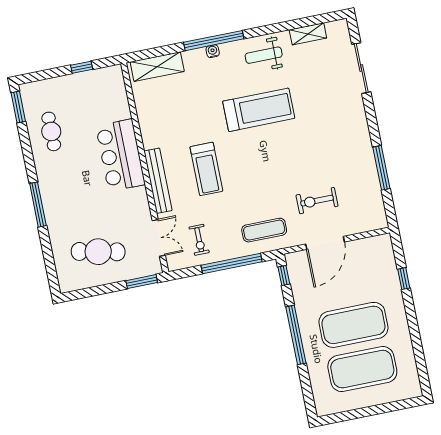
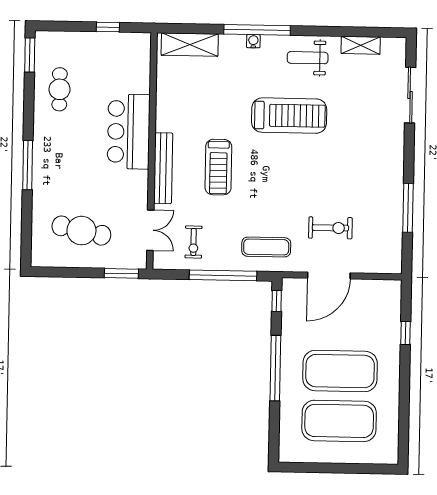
exercise bike: (317, 201) -> (330, 228), turned 180

